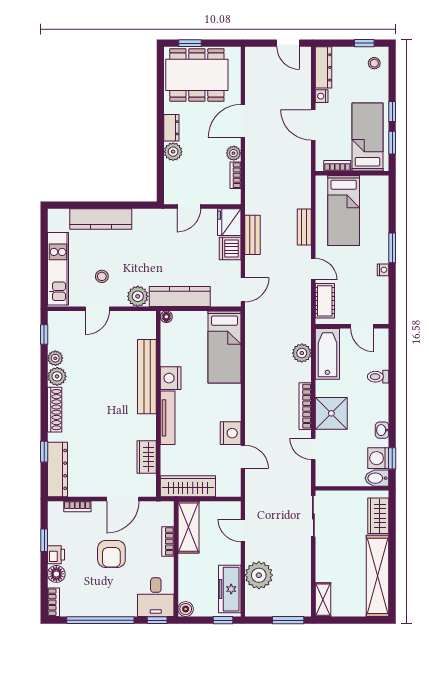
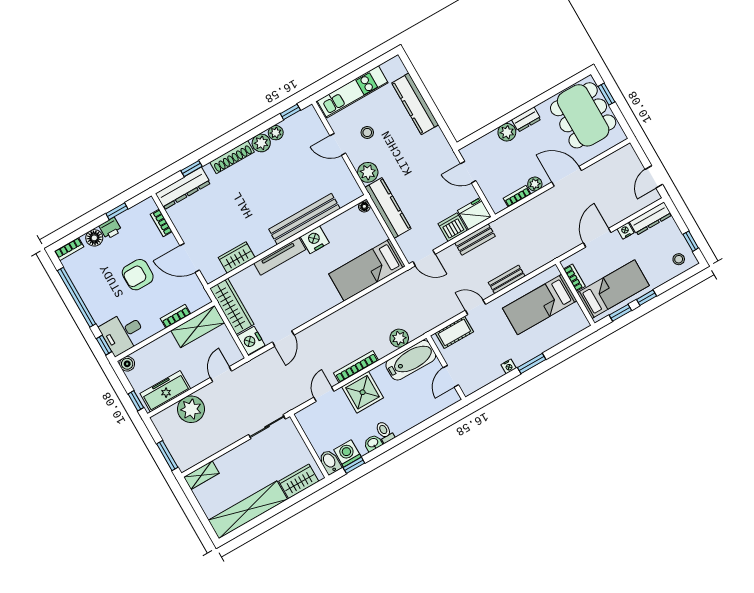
door: (313, 269) -> (475, 307), swing flipped
toilet: (378, 377) -> (385, 432), moved
nightstand: (231, 433) -> (251, 341), moved, turned 90

